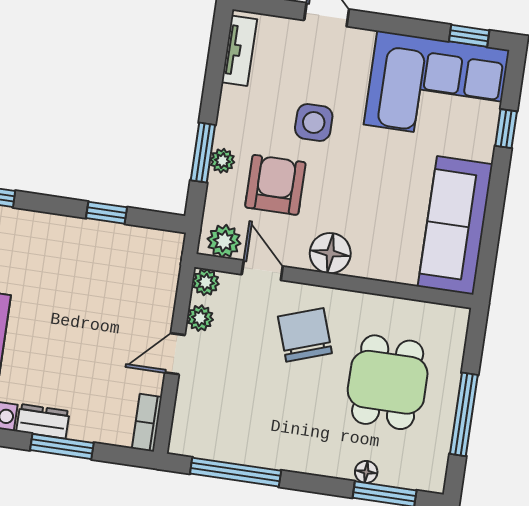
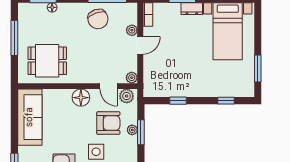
armchair: (275, 185) -> (108, 123), turned -90
plant: (200, 318) -> (132, 30), moved
chair: (305, 335) -> (98, 19), moved
dining table: (388, 382) -> (47, 61), moved, turned 90

